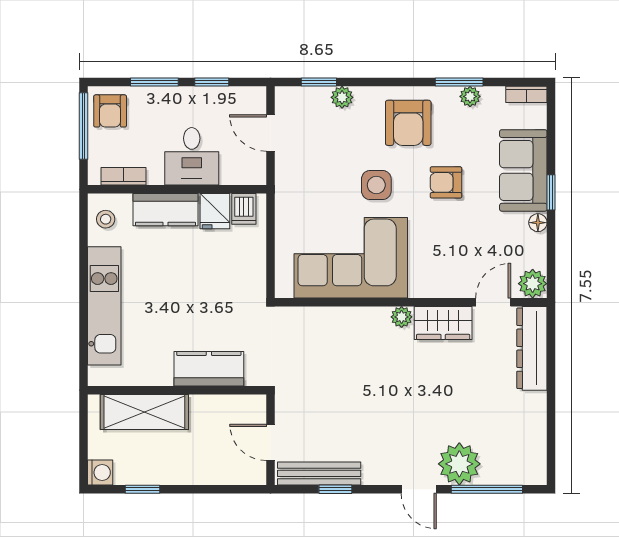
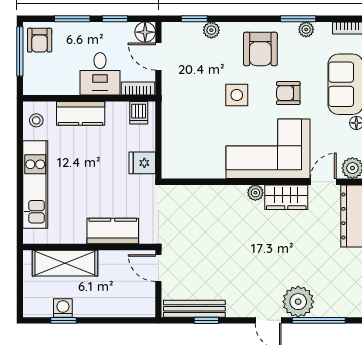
floor lamp: (253, 100) -> (145, 32), added
bookcase: (124, 176) -> (138, 89), moved
fridge: (215, 211) -> (142, 163), moved, turned 90
corner sofa: (351, 258) -> (268, 149), moved
door: (271, 442) -> (158, 268), moved
washing machine: (100, 472) -> (63, 308), moved, turned -90

